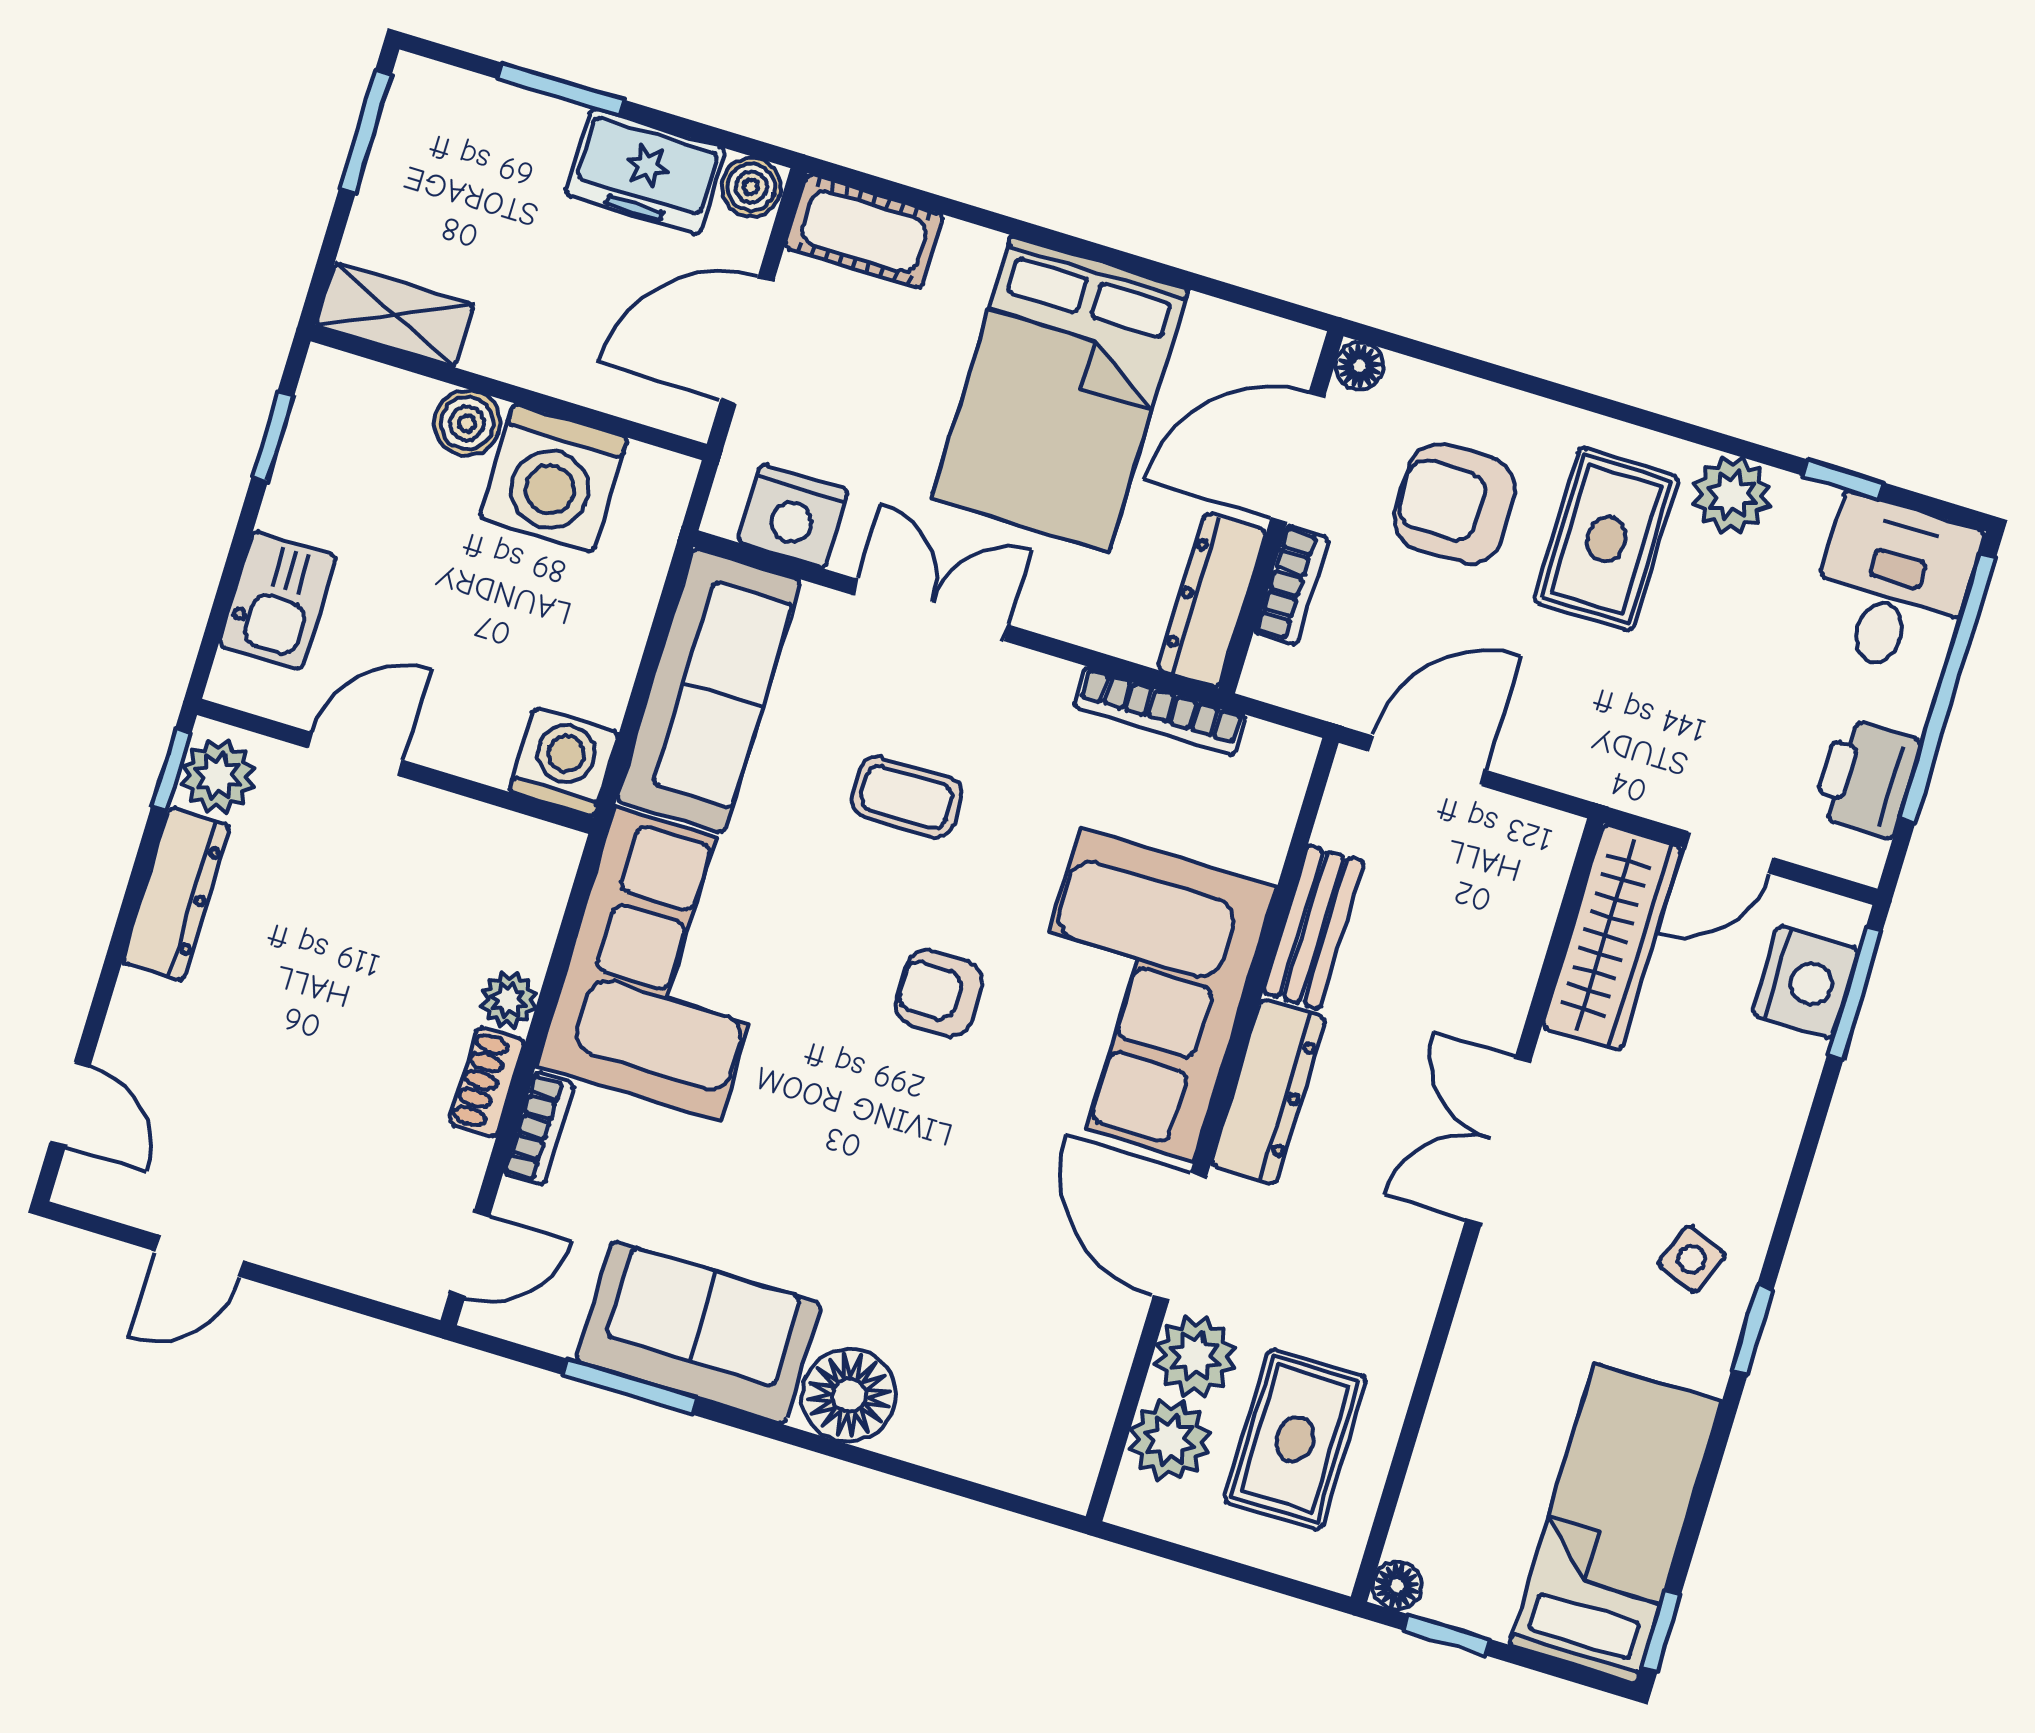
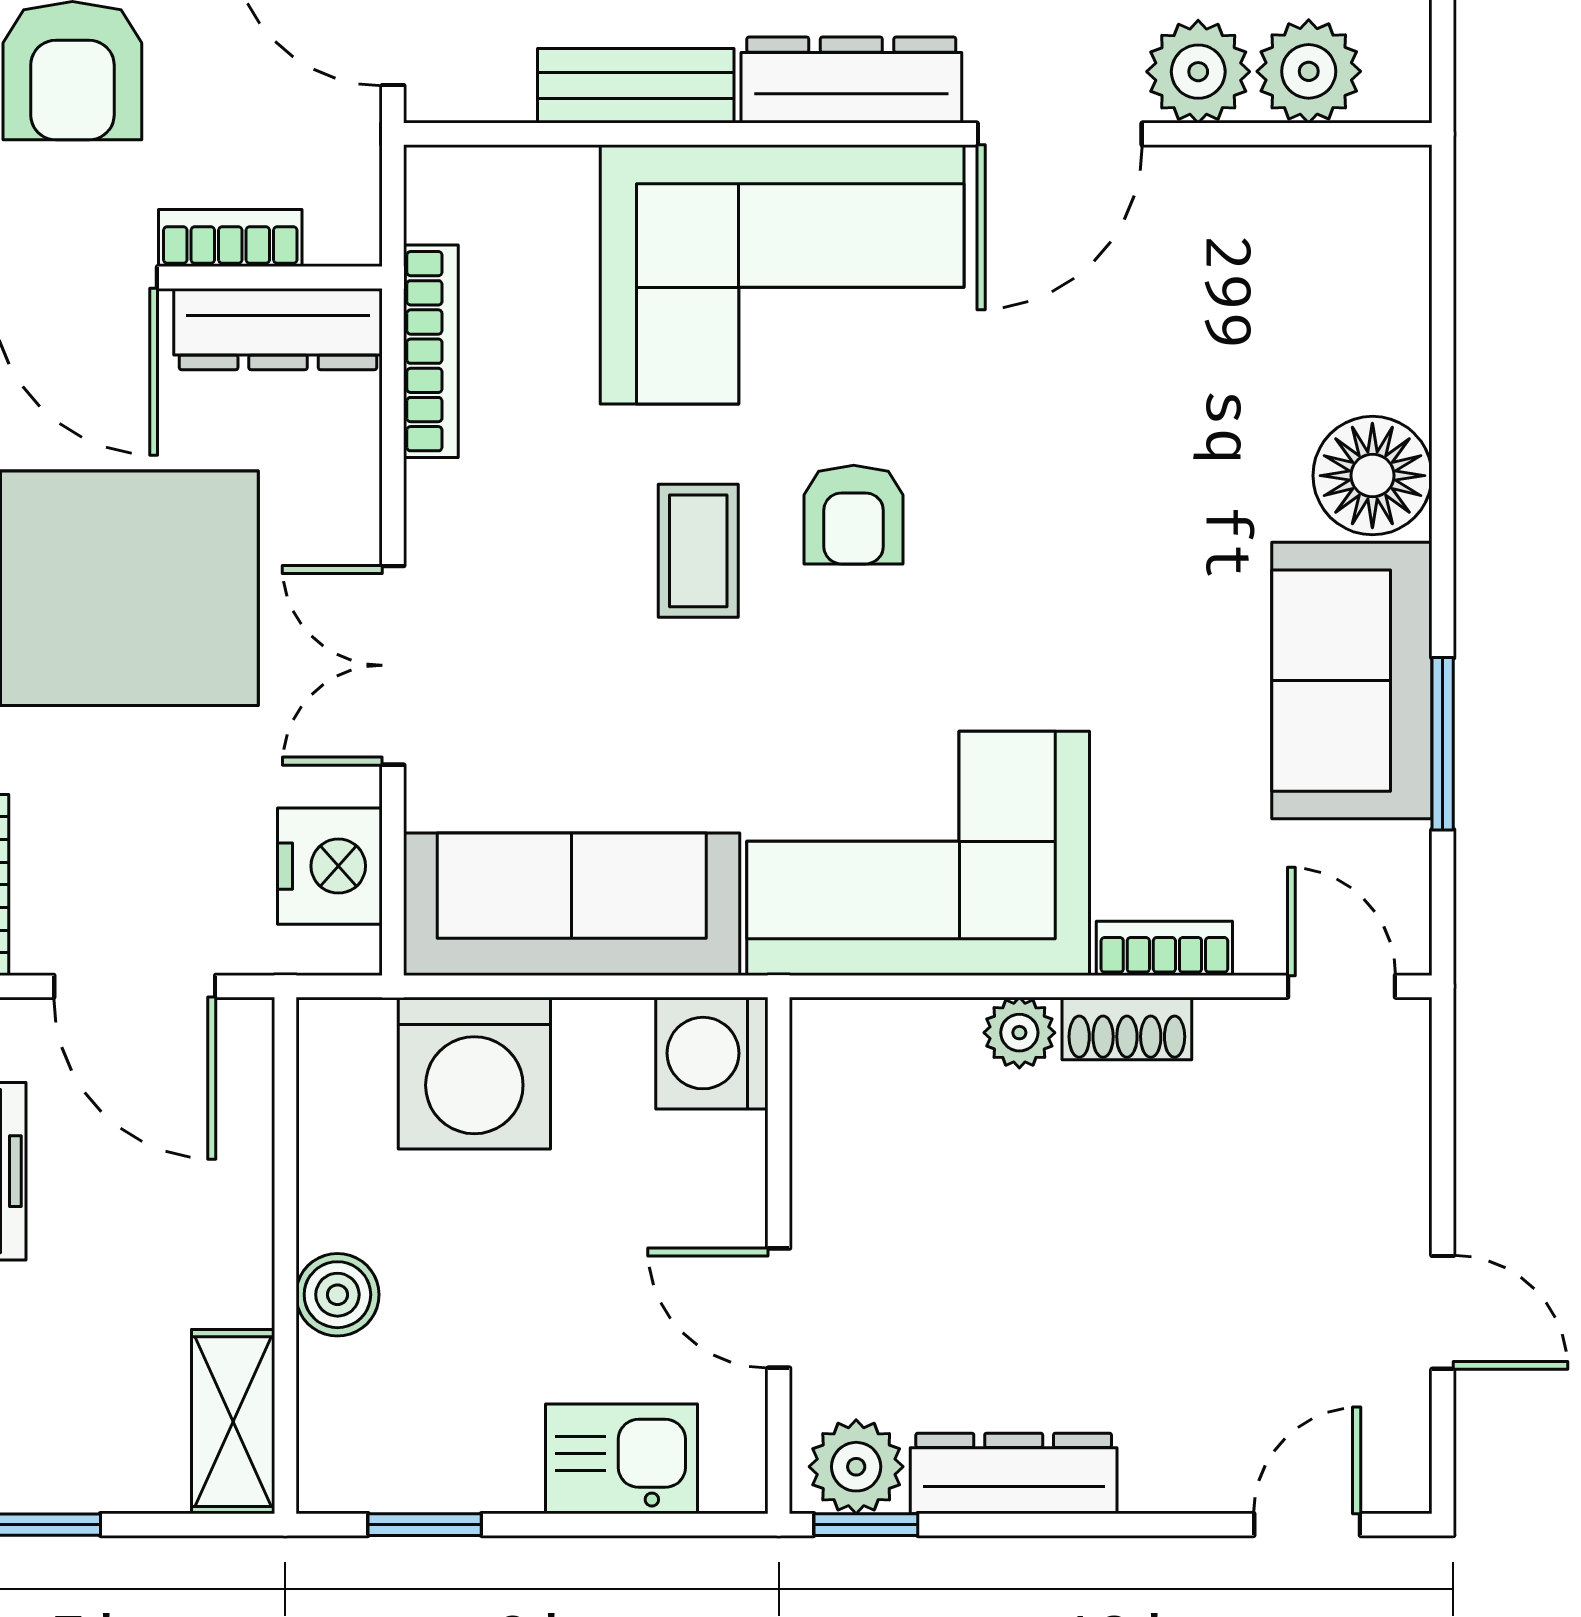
washing machine: (553, 478) -> (474, 1073), moved, turned 90
coffee table: (907, 797) -> (698, 551), moved

